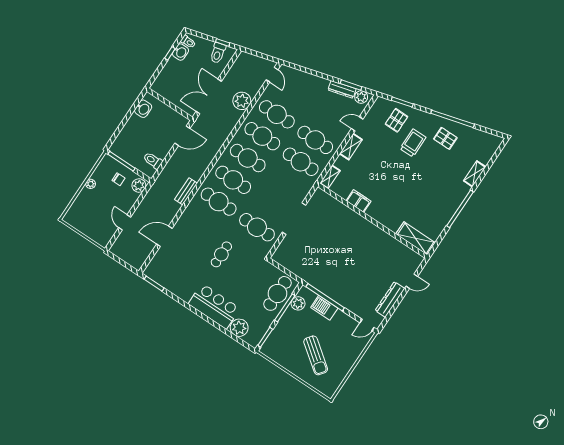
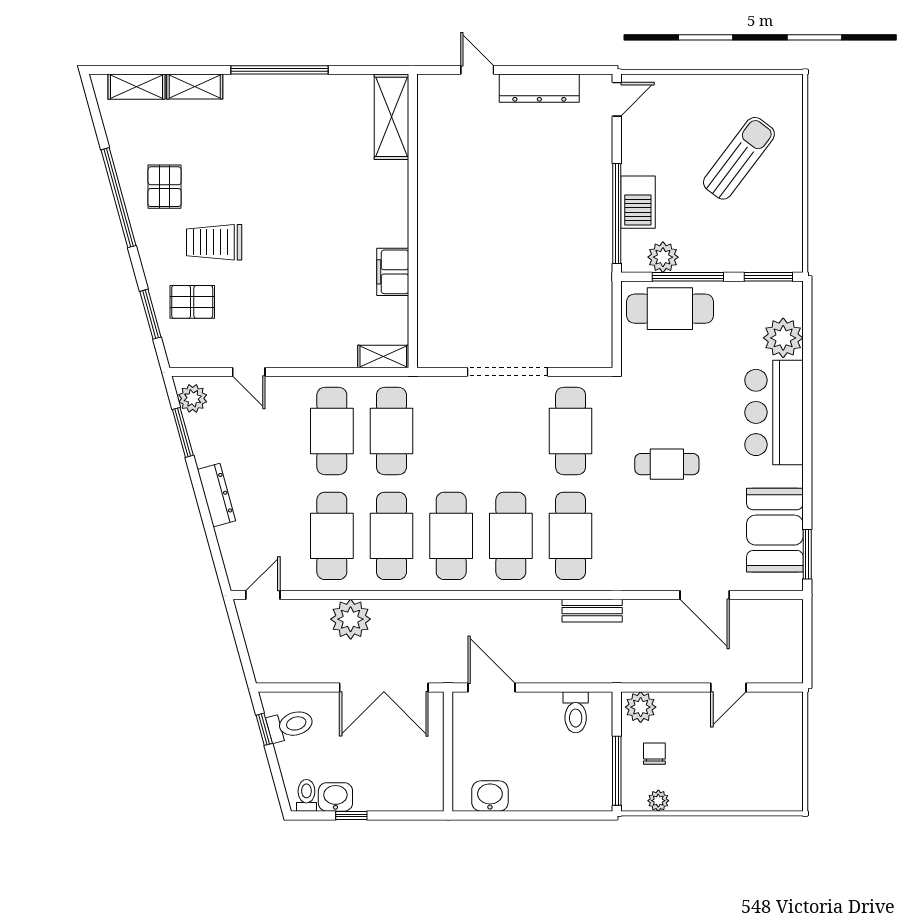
dresser: (342, 89) -> (216, 495), moved
shelving: (351, 147) -> (137, 87), moved
plant: (91, 184) -> (658, 801), moved
booth: (171, 278) -> (775, 530), added
door: (367, 325) -> (617, 99), hinge flipped

